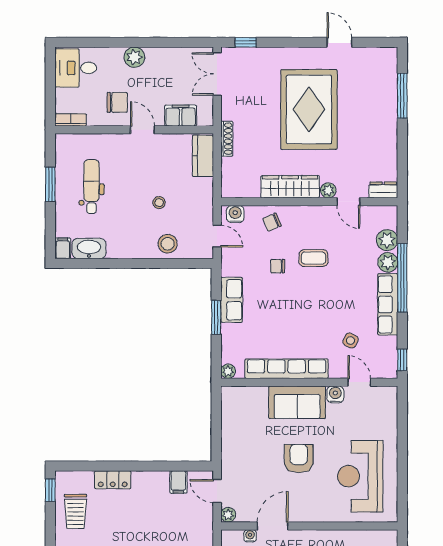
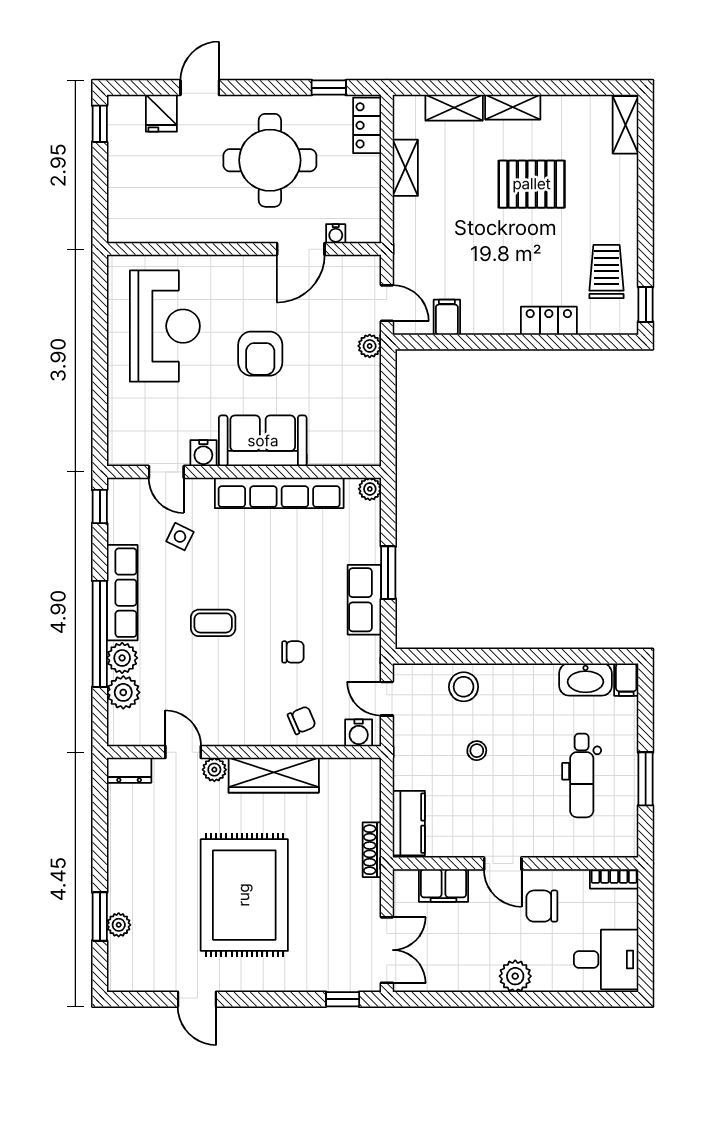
plant: (390, 90) -> (119, 925), added
window: (402, 96) -> (100, 916), width x0.69
coffee table: (313, 258) -> (213, 623), moved
plant: (228, 515) -> (370, 346), moved

